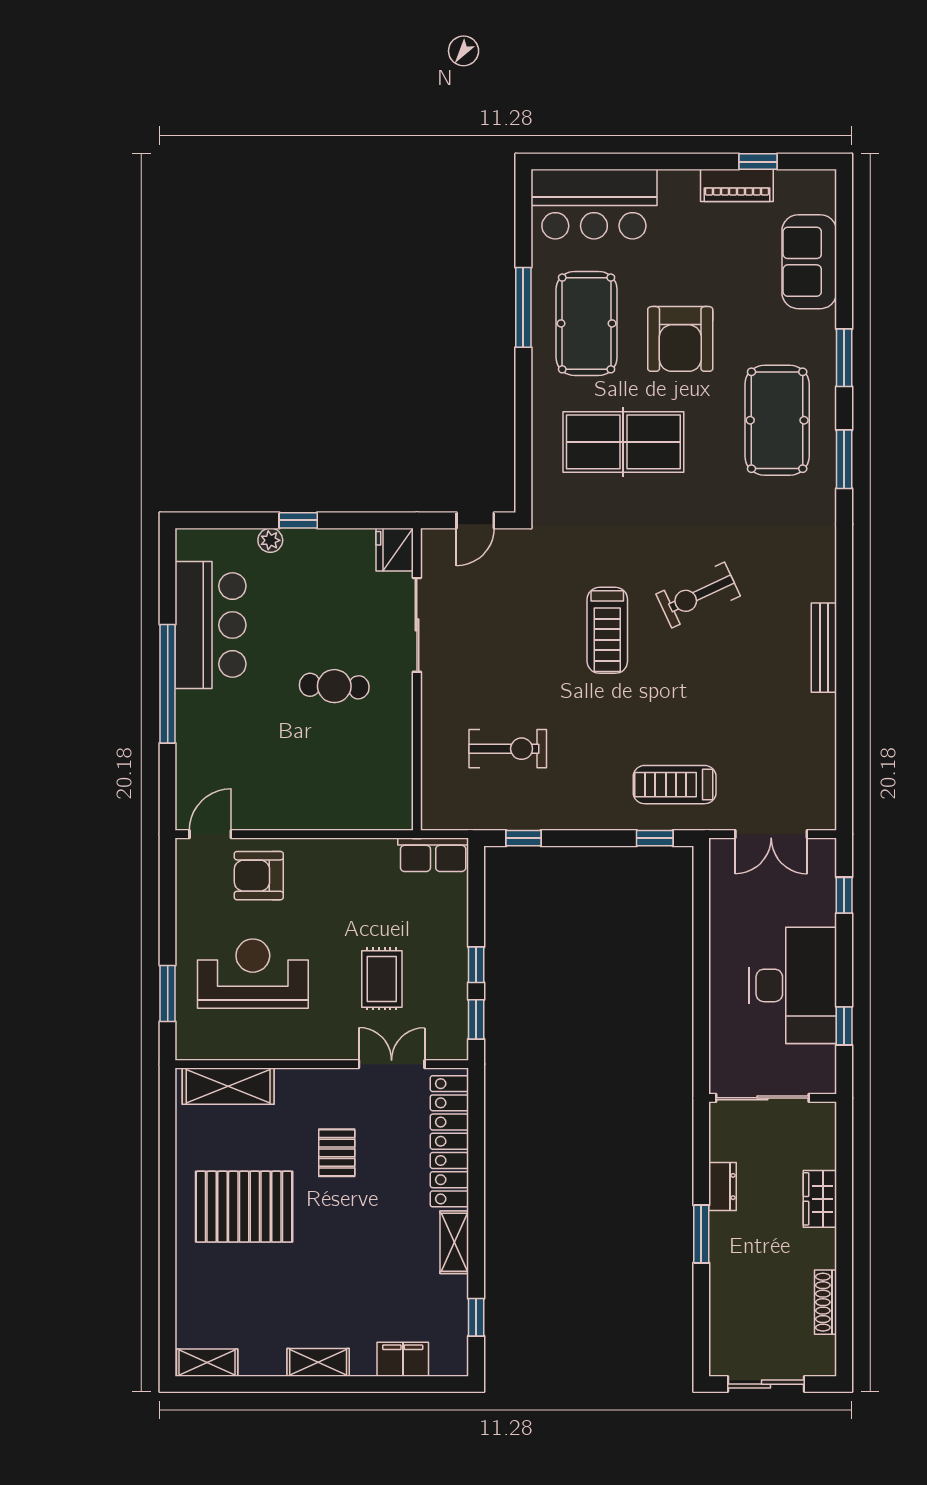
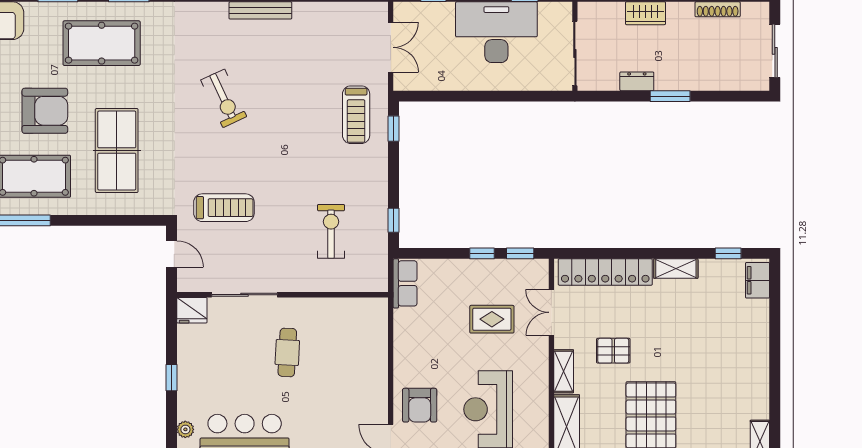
plant: (270, 540) -> (185, 429), moved
treadmill: (607, 630) -> (224, 208), moved
filing cabinet: (403, 1359) -> (757, 280), moved
shelving: (318, 1362) -> (564, 371), moved

